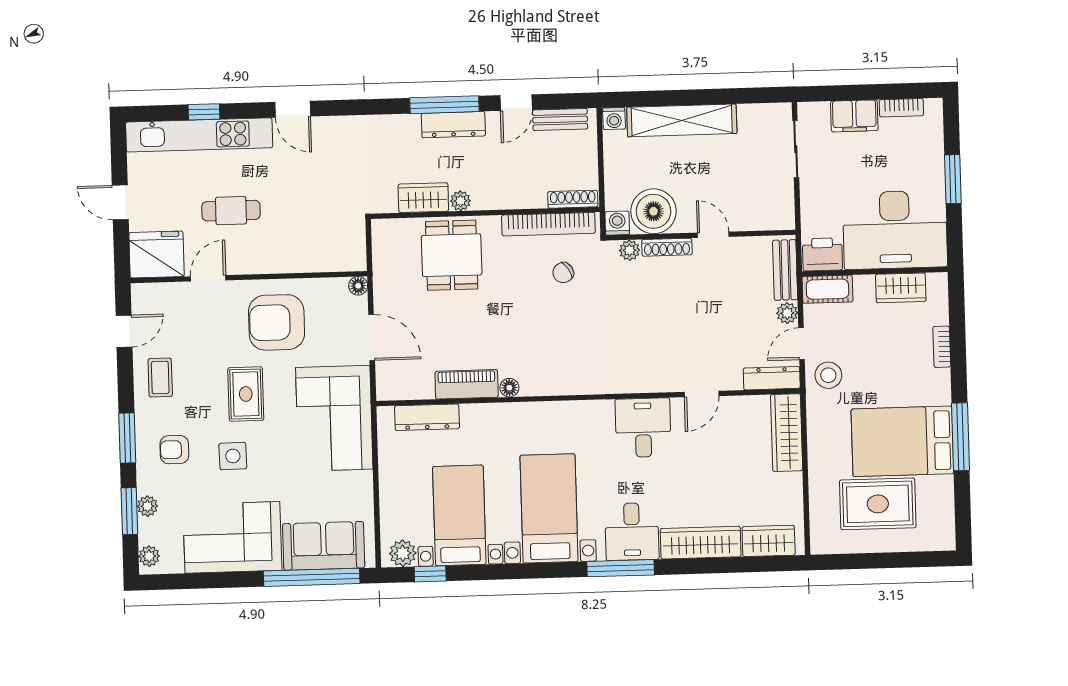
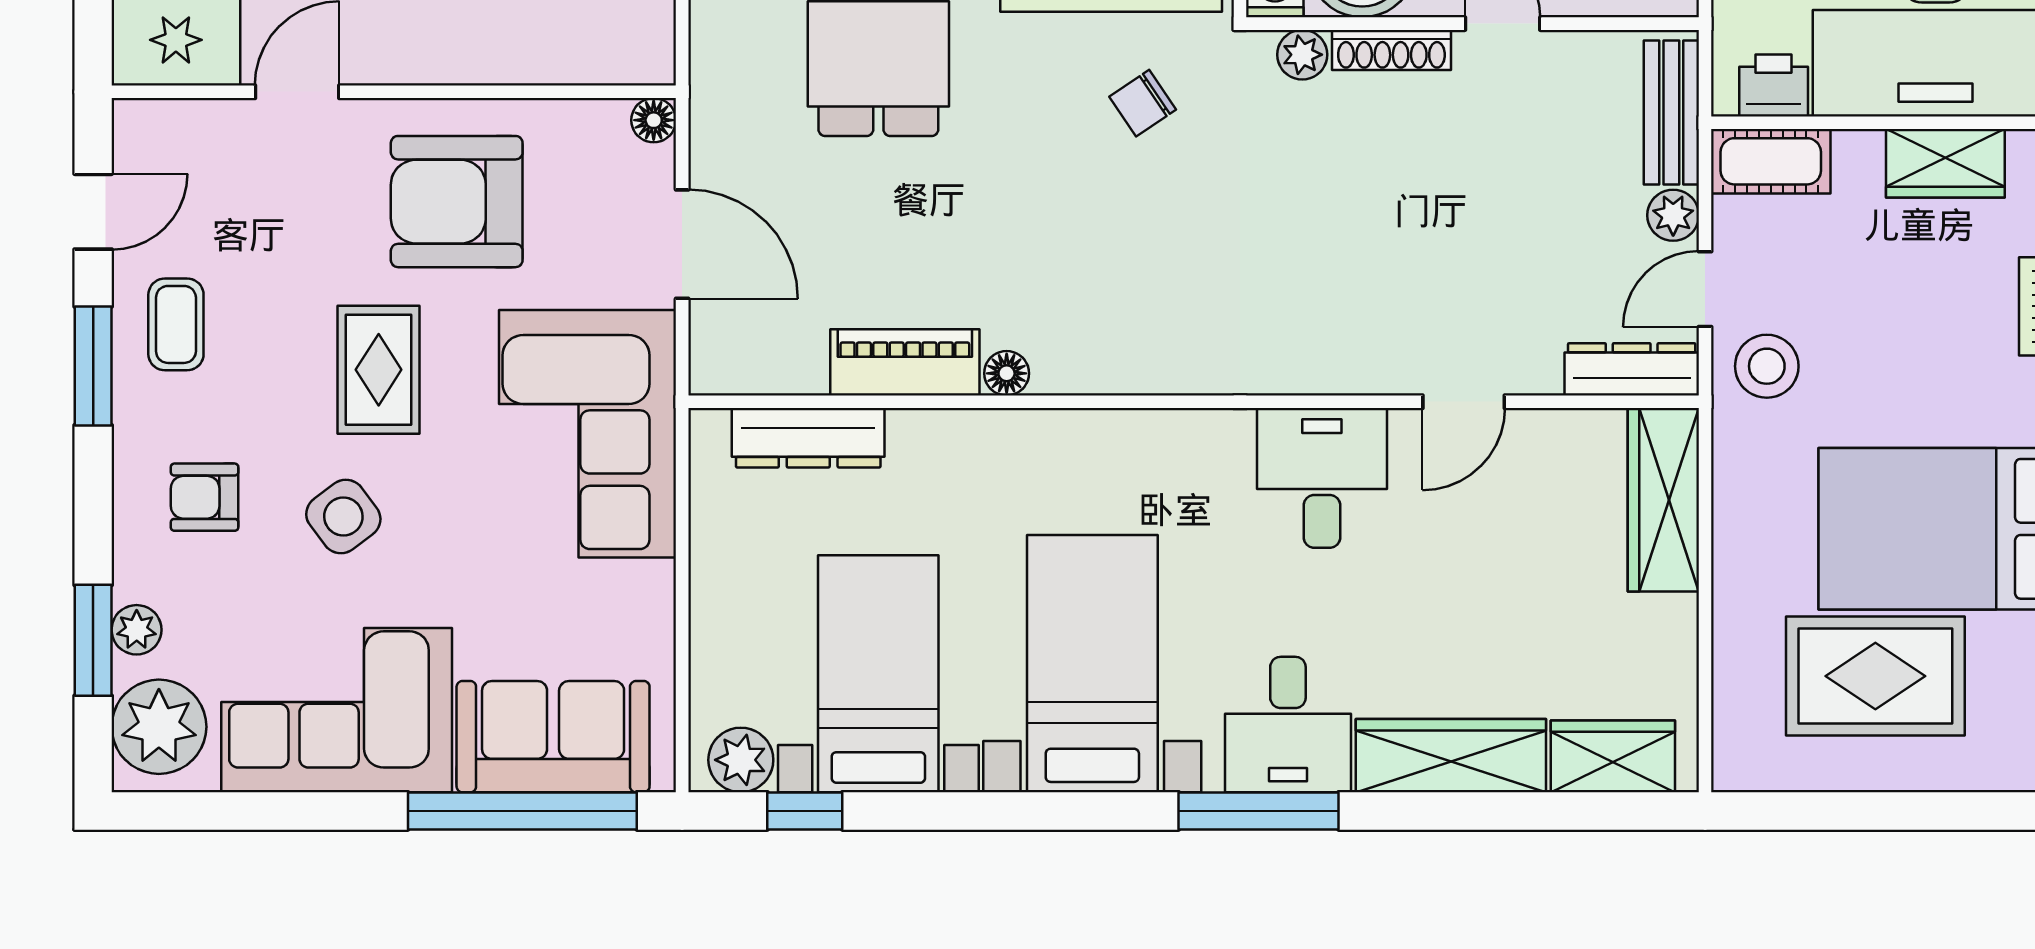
printer: (822, 254) -> (1774, 85), width x0.73, depth x0.81
window: (127, 438) -> (93, 366), moved
side table: (233, 456) -> (343, 516), turned -36
plant: (149, 556) -> (159, 727), width x1.88, depth x1.88

